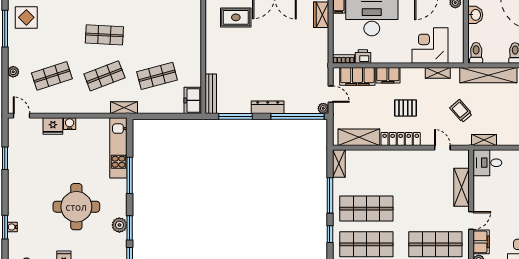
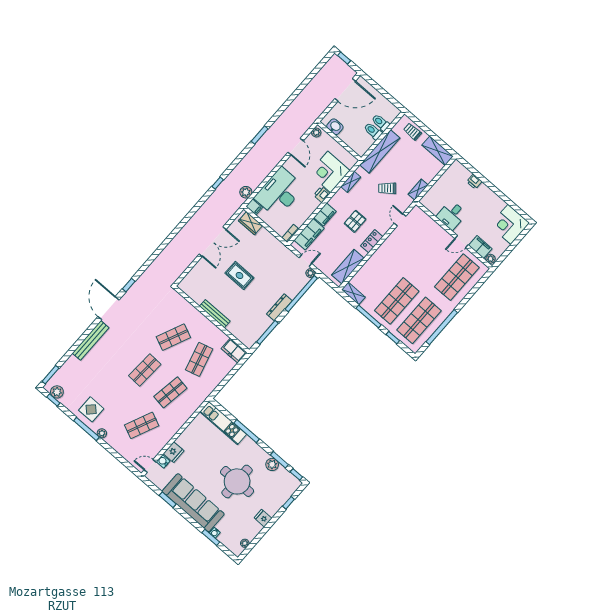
rug: (236, 17) -> (239, 275), moved, turned 90
shop shelf: (157, 35) -> (173, 337), added
toilet: (476, 53) -> (373, 131), moved
printer: (363, 56) -> (322, 194), moved
plant: (13, 72) -> (102, 433), moved
shop shelf: (52, 76) -> (142, 425), turned 42
shop shelf: (104, 76) -> (170, 392), turned 30
bench: (211, 94) -> (215, 314), moved
shelving: (124, 108) -> (201, 398), removed
water cooler: (70, 124) -> (163, 461), moved
locker: (401, 139) -> (372, 241), width x0.66
door: (442, 148) -> (400, 220), hinge flipped
desk: (487, 163) -> (452, 215), moved
sofa: (22, 184) -> (193, 503), added
shelving: (462, 187) -> (435, 230), removed
door: (471, 220) -> (461, 242), swing flipped

